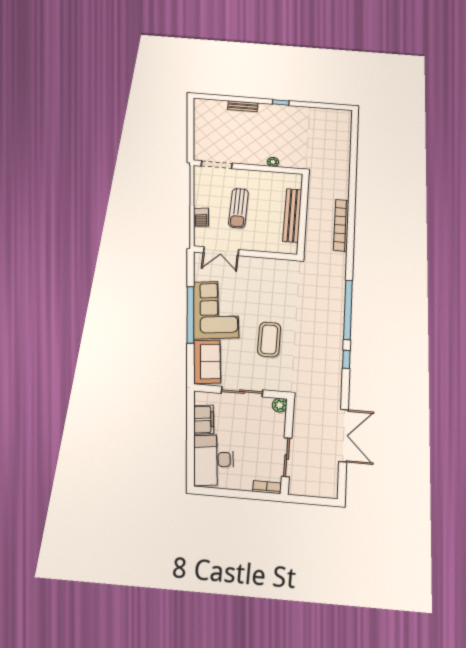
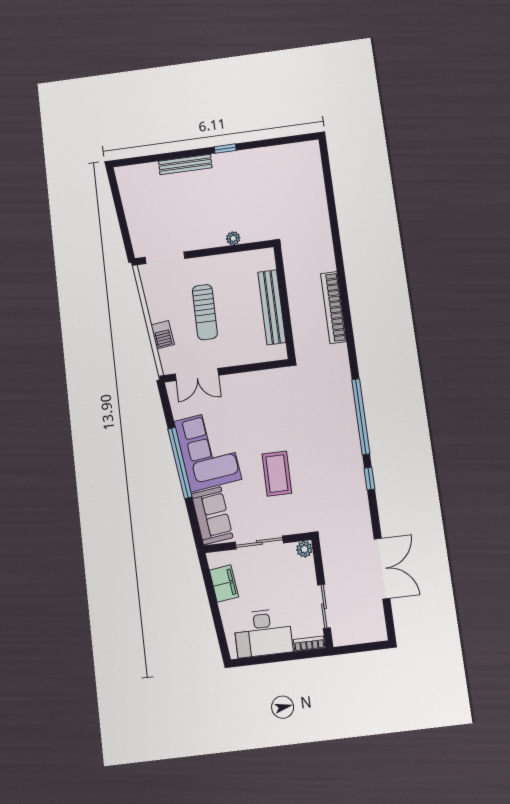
bench: (243, 106) -> (185, 165), width x1.36
desk: (214, 460) -> (263, 633), moved, turned -83

